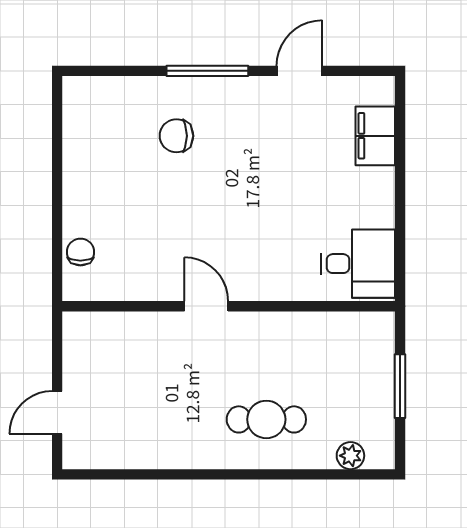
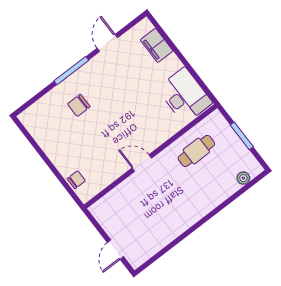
chair: (80, 252) -> (76, 180), turned 90
desk: (358, 264) -> (185, 96), width x1.37
cafe table: (266, 419) -> (196, 151), moved

